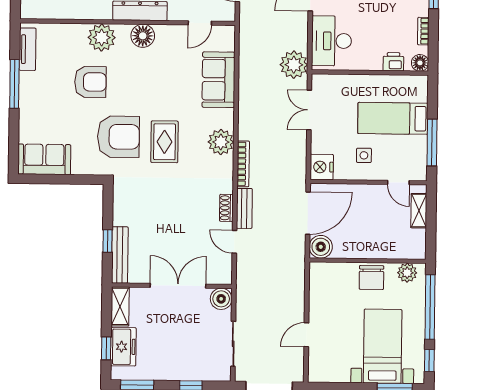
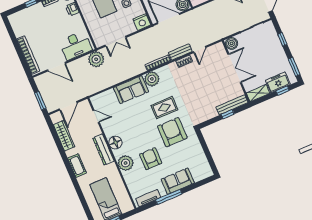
sofa: (218, 80) -> (131, 90), moved
sofa: (44, 159) -> (178, 181), moved, turned 90
double door: (178, 286) -> (235, 68), swing flipped

